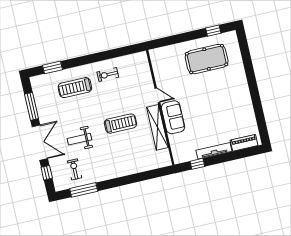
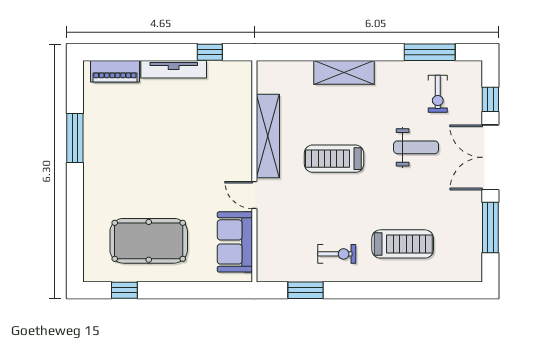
window: (53, 67) -> (306, 290), moved
window: (257, 104) -> (75, 138), added
sofa: (173, 117) -> (235, 242), moved
shelving: (126, 169) -> (344, 72), added

